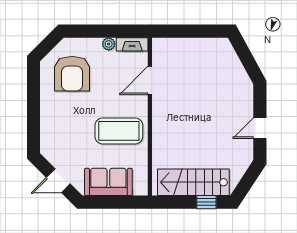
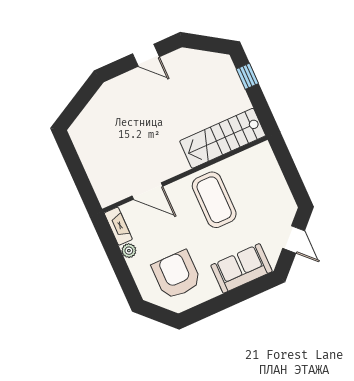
armchair: (72, 74) -> (176, 275), turned -90
sofa: (108, 182) -> (241, 268), moved, turned 90
stairs: (193, 182) -> (223, 138), moved, turned 90

